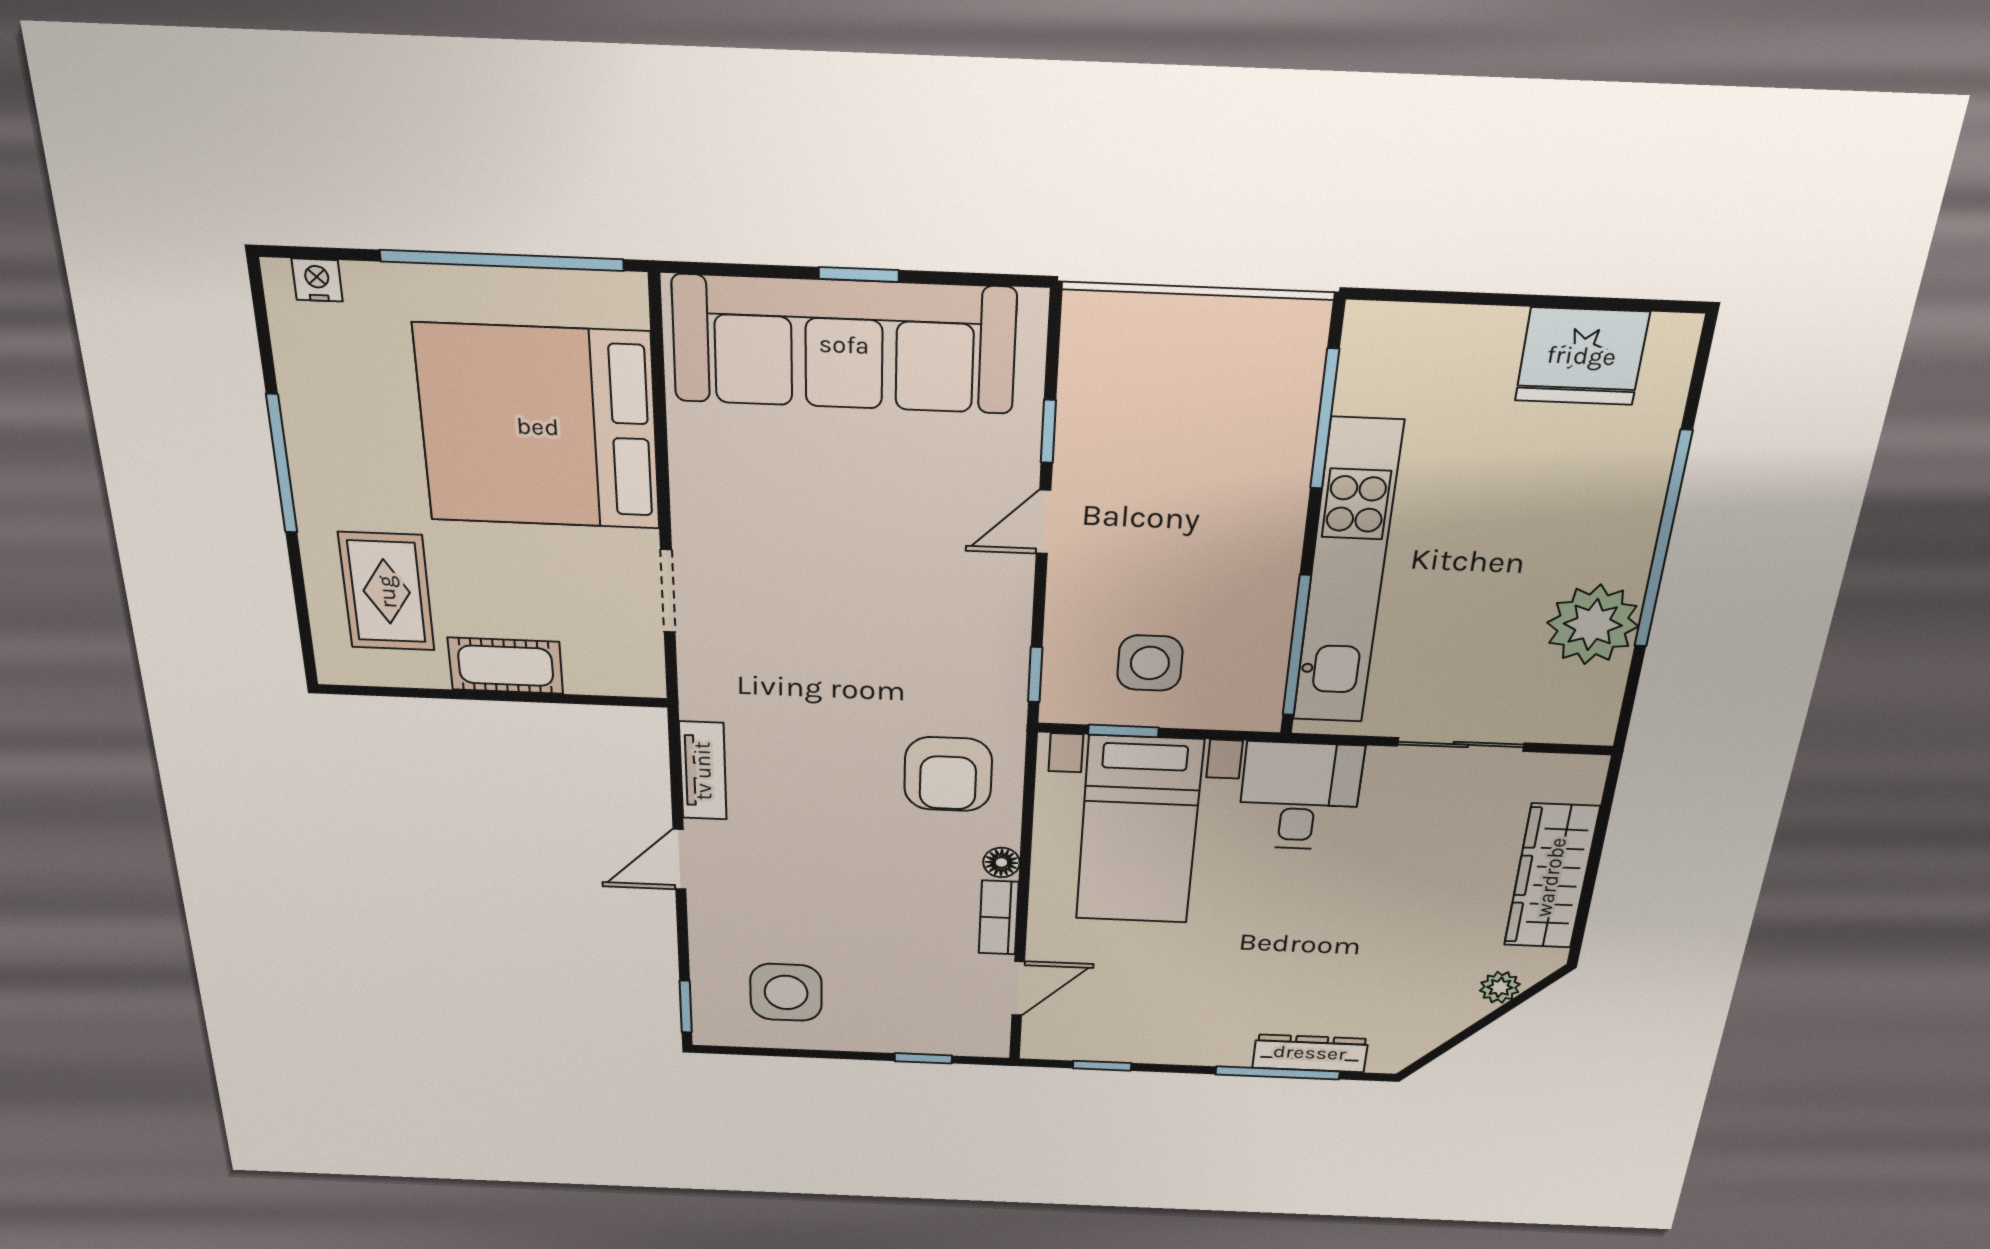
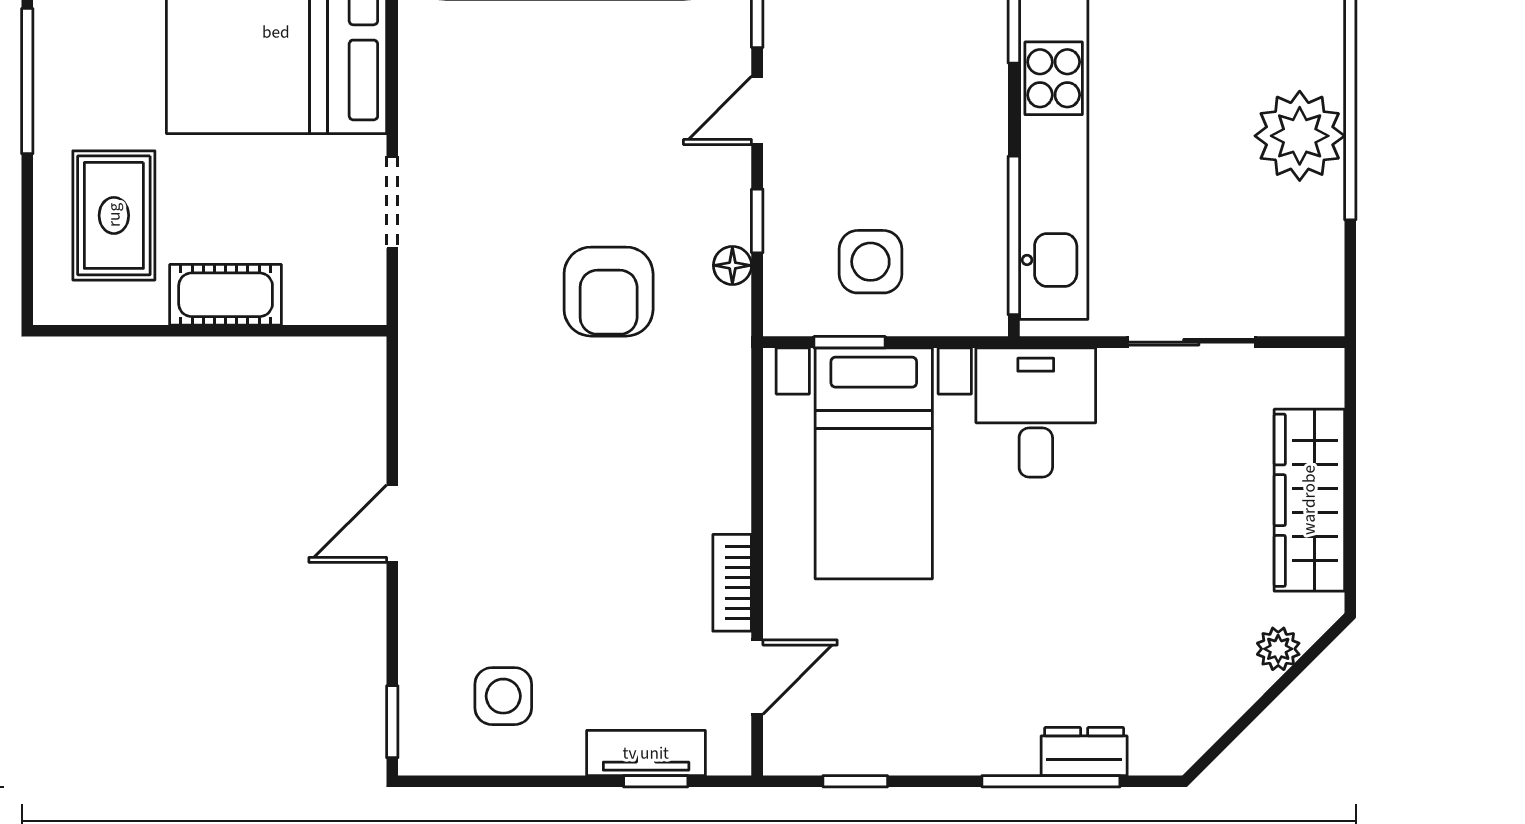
plant: (1593, 625) -> (1300, 136), moved
window: (1035, 675) -> (757, 221), moved
tv unit: (703, 771) -> (646, 753), moved, turned -90
armchair: (948, 774) -> (609, 292), moved
floor lamp: (1001, 862) -> (732, 265), moved
side table: (786, 992) -> (503, 696), width x0.73, depth x0.73
dresser: (1310, 1053) -> (1084, 751), width x0.70

